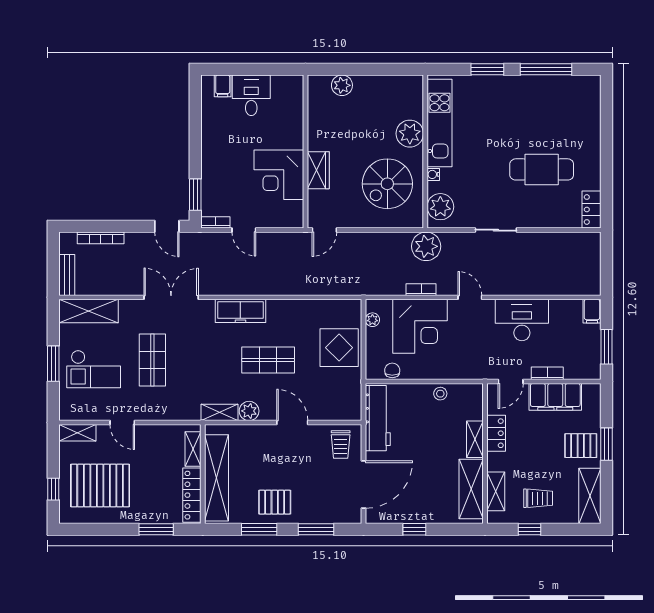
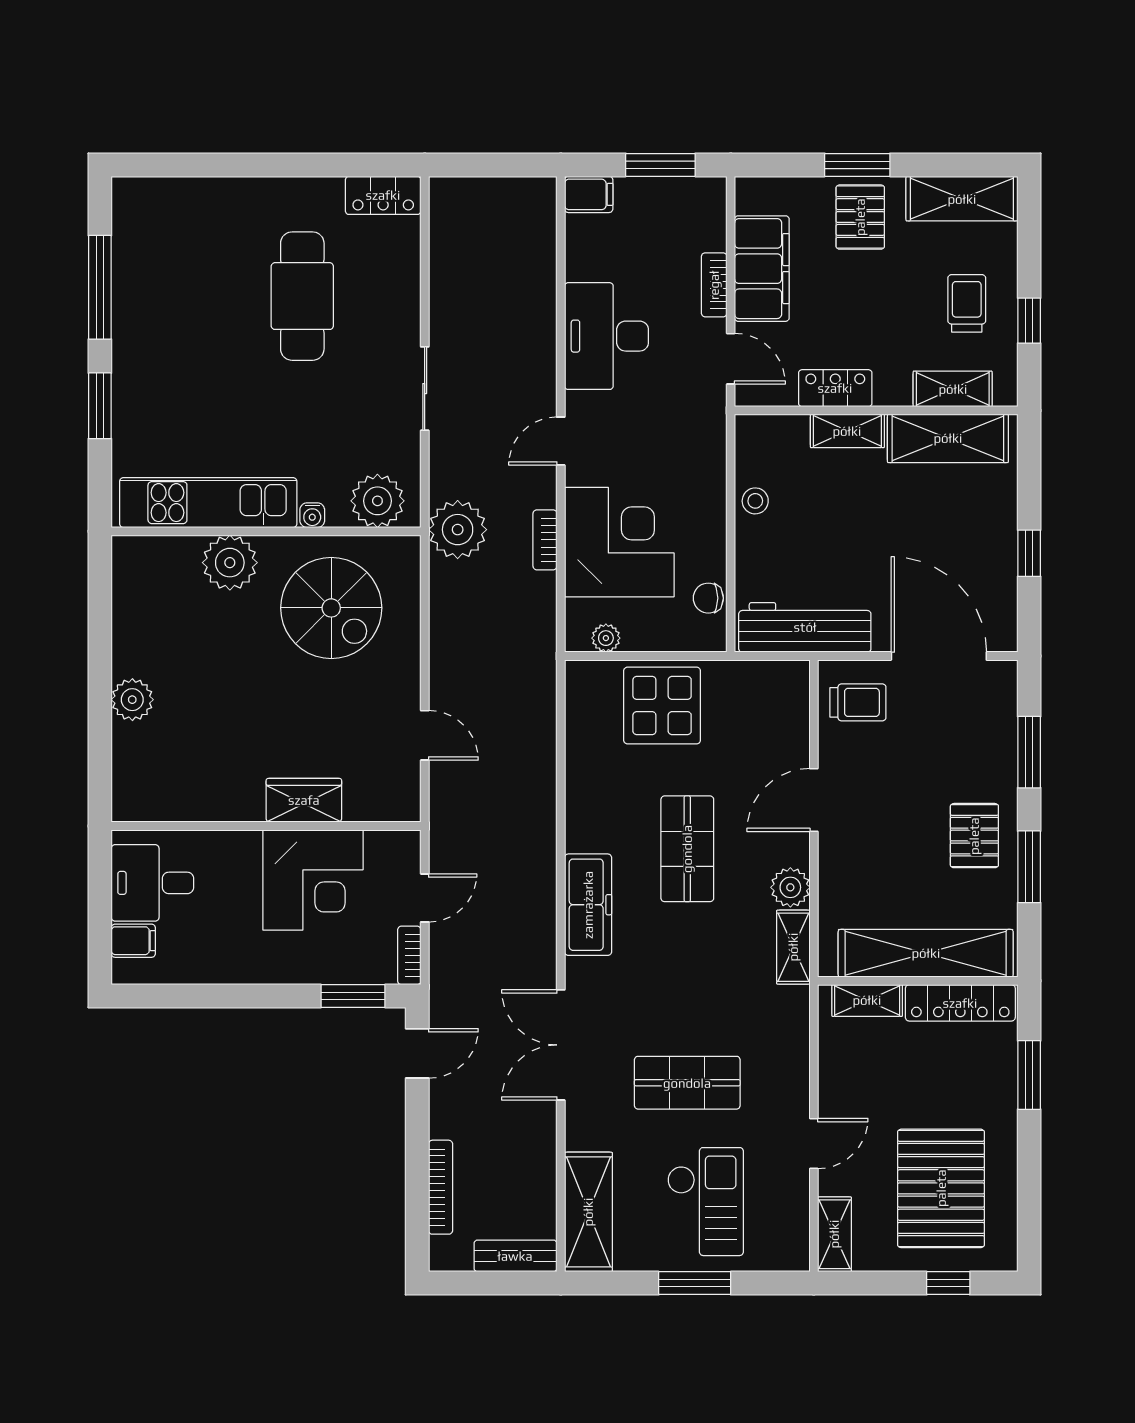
wall: (306, 152) -> (266, 826), moved
wardrobe: (318, 170) -> (304, 800), moved
corner desk: (279, 175) -> (313, 880), moved

